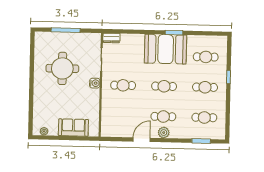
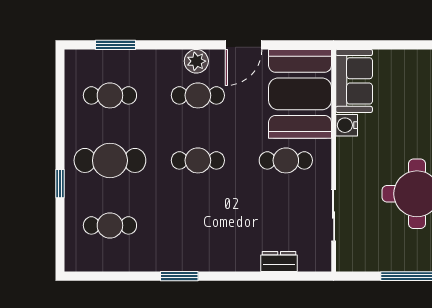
dresser: (111, 38) -> (279, 261), moved
booth: (166, 49) -> (300, 94), moved, turned 90
water cooler: (95, 83) -> (347, 125), moved
cafe table: (205, 87) -> (110, 160), width x1.37, depth x1.35
sofa: (73, 128) -> (354, 81), moved, turned -90

